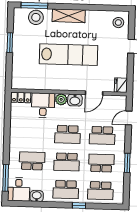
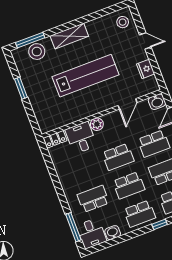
fridge: (121, 85) -> (146, 69), moved
washbasin: (75, 100) -> (157, 102), moved

